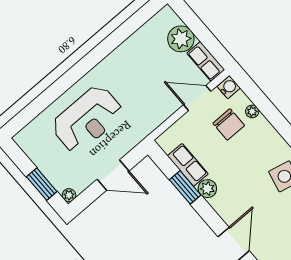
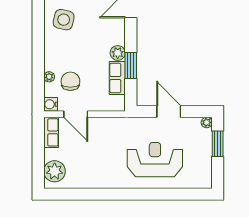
plant: (181, 39) -> (55, 171), moved

